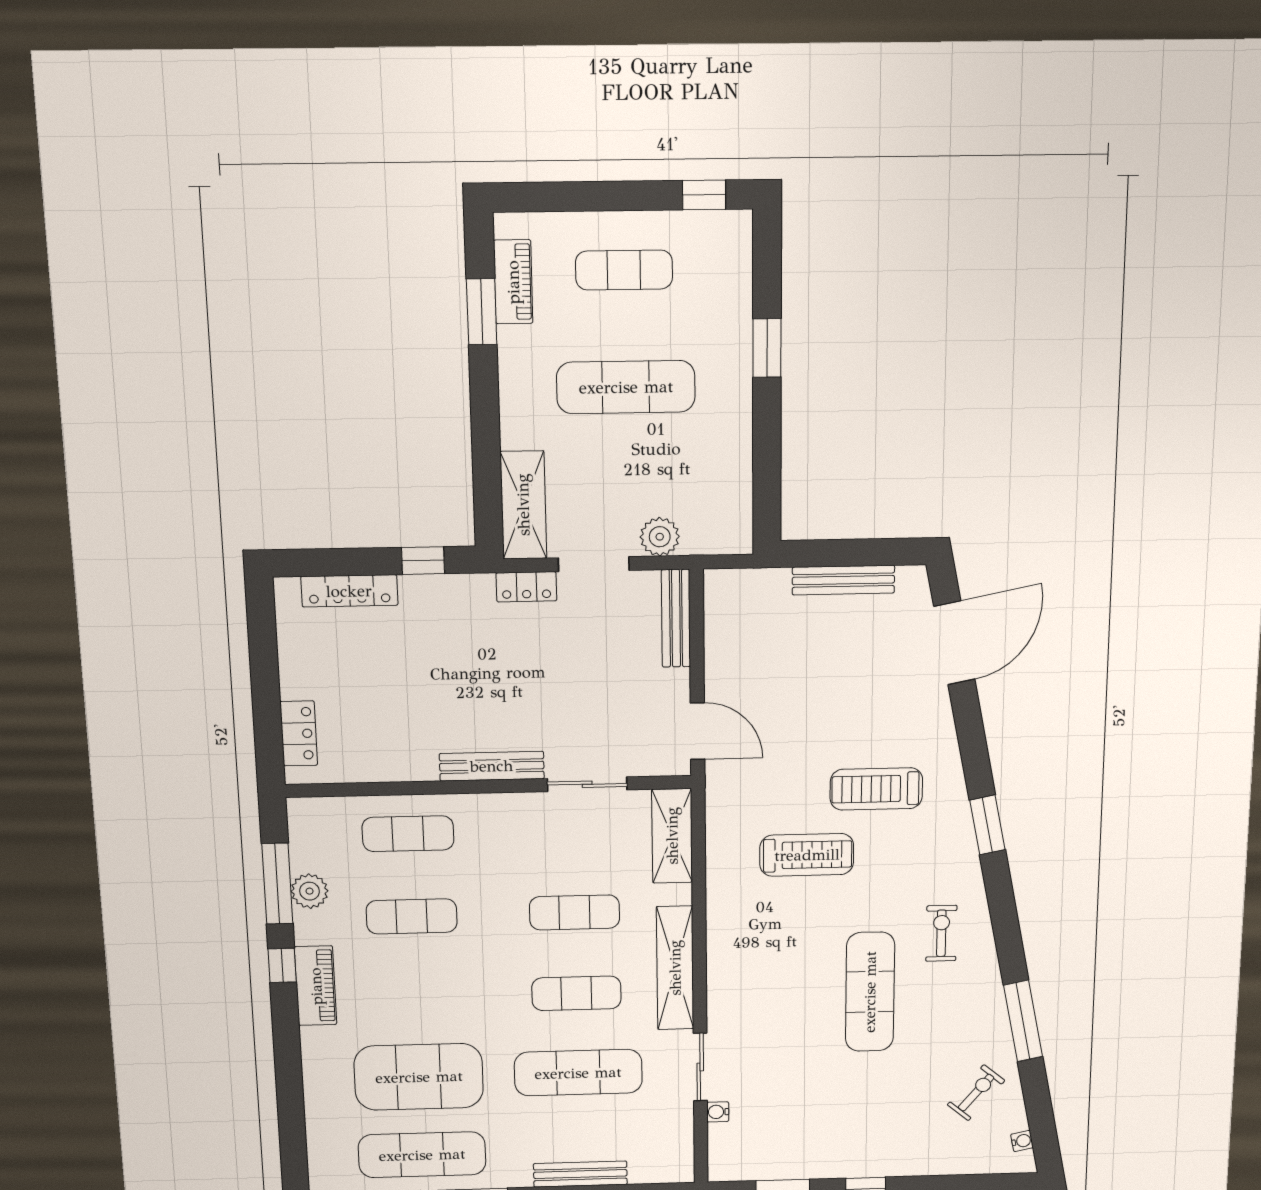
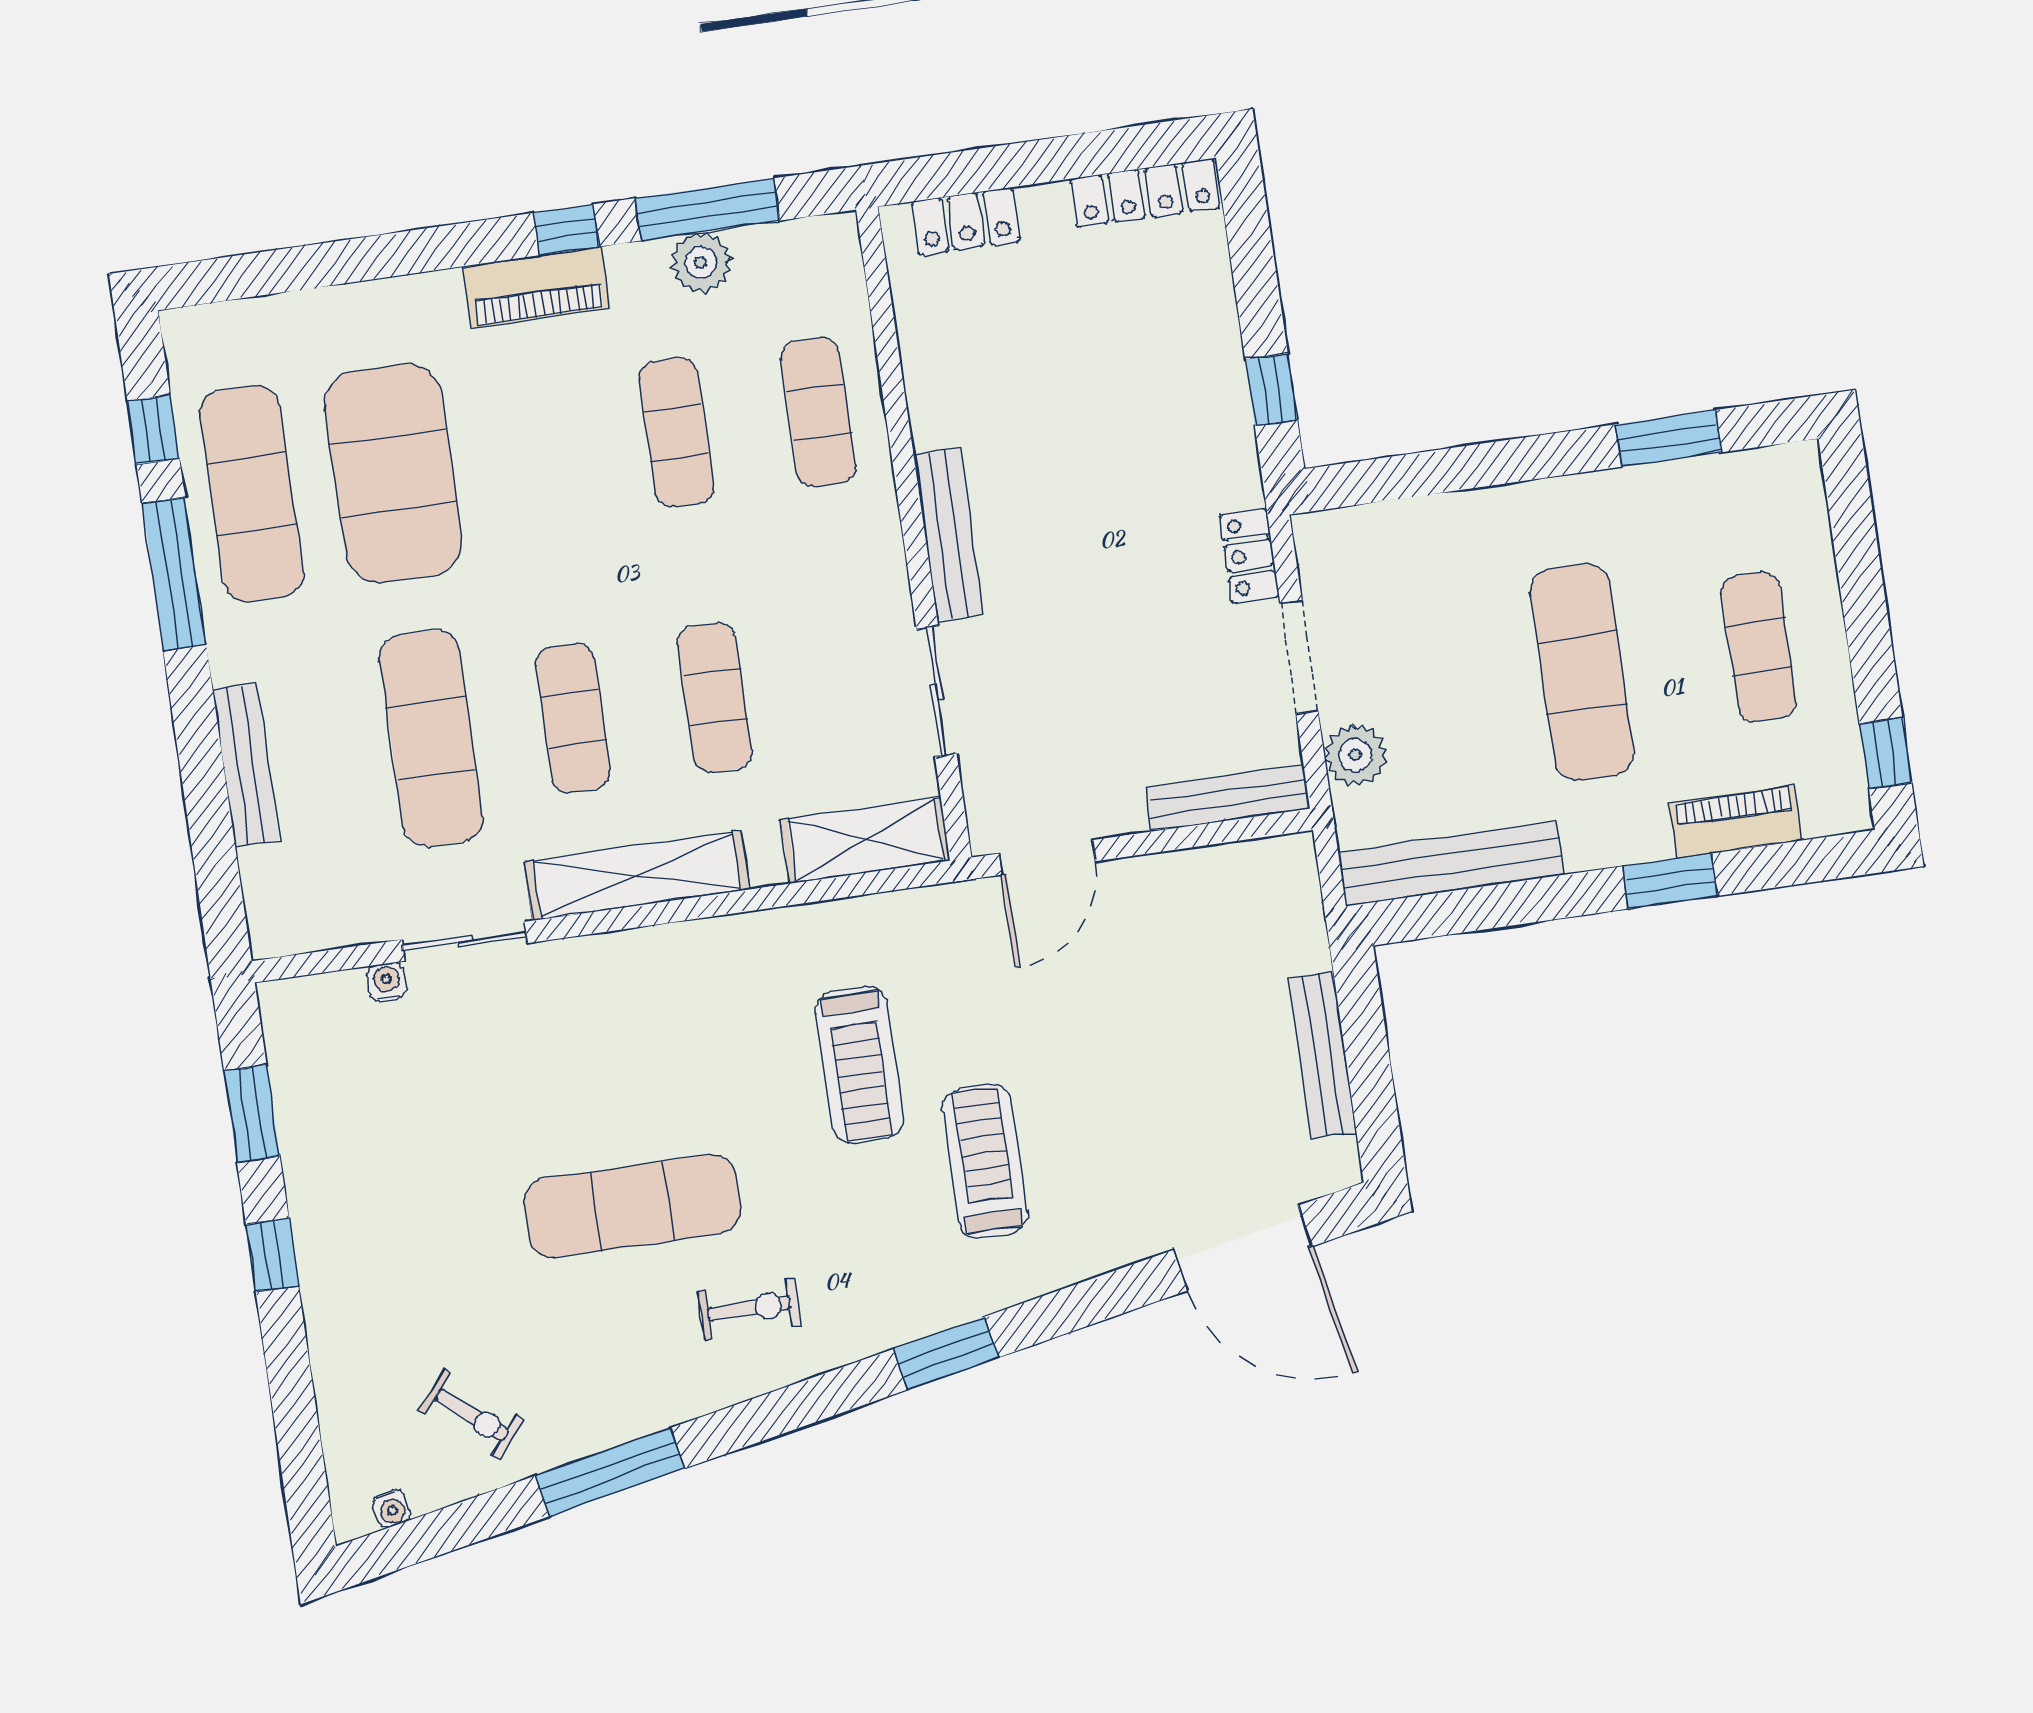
piano: (513, 282) -> (1736, 822), moved, turned 180
bench: (736, 486) -> (1451, 863), added
shelving: (523, 505) -> (1379, 536), removed
locker: (349, 591) -> (1145, 193), moved, turned -90

